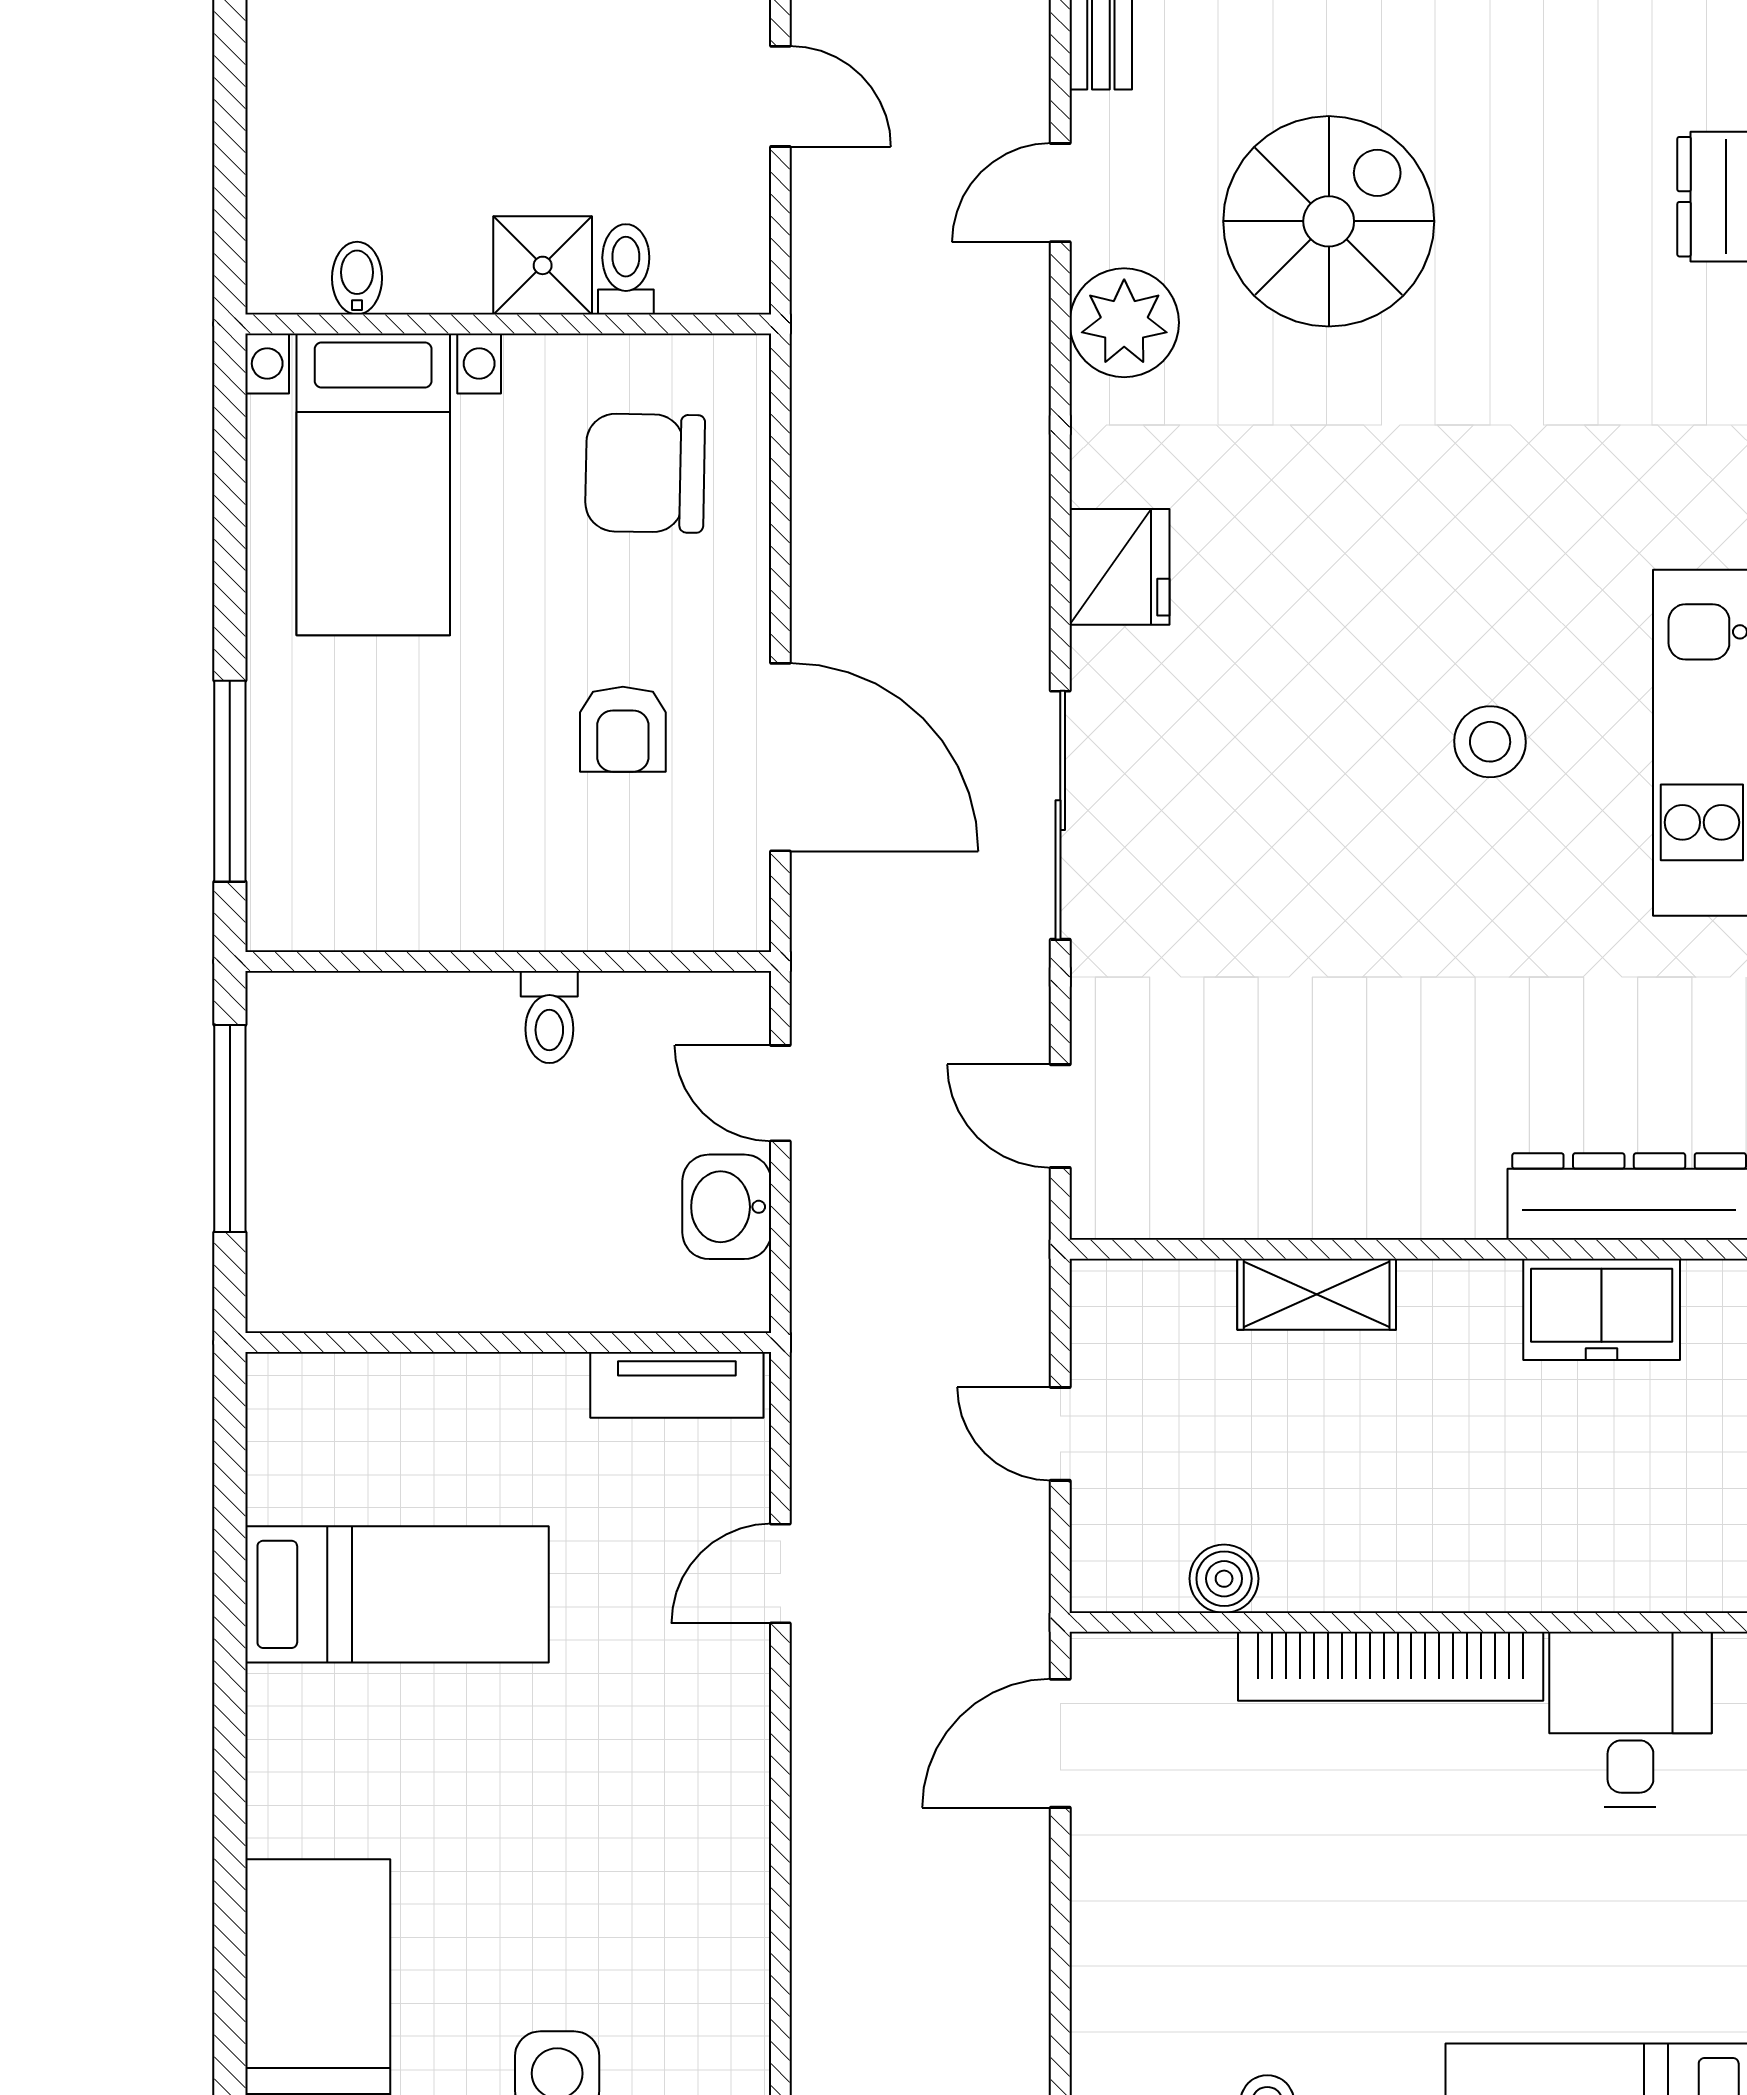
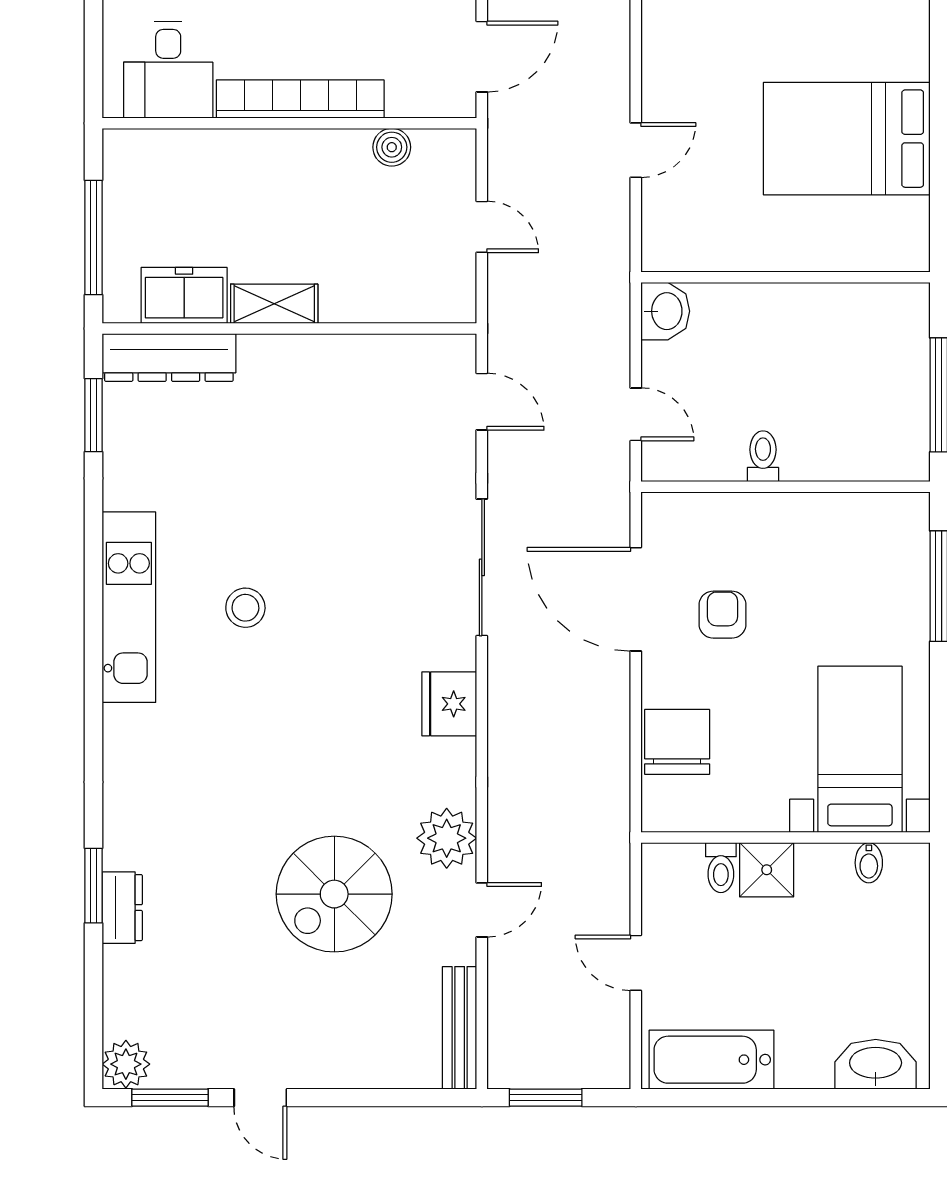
chair: (645, 473) -> (677, 742), moved, turned -91
washbasin: (727, 1207) -> (665, 311), moved
shelving: (1317, 1294) -> (274, 304), moved
tv unit: (677, 1385) -> (693, 254), removed
bed: (397, 1594) -> (847, 139), width x1.50

